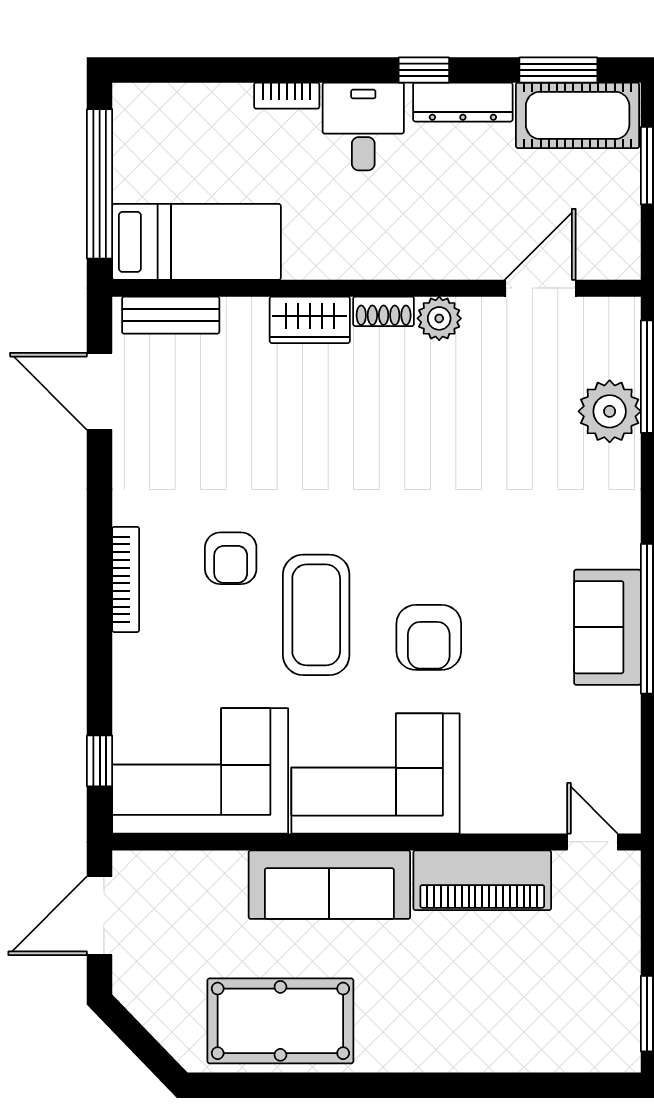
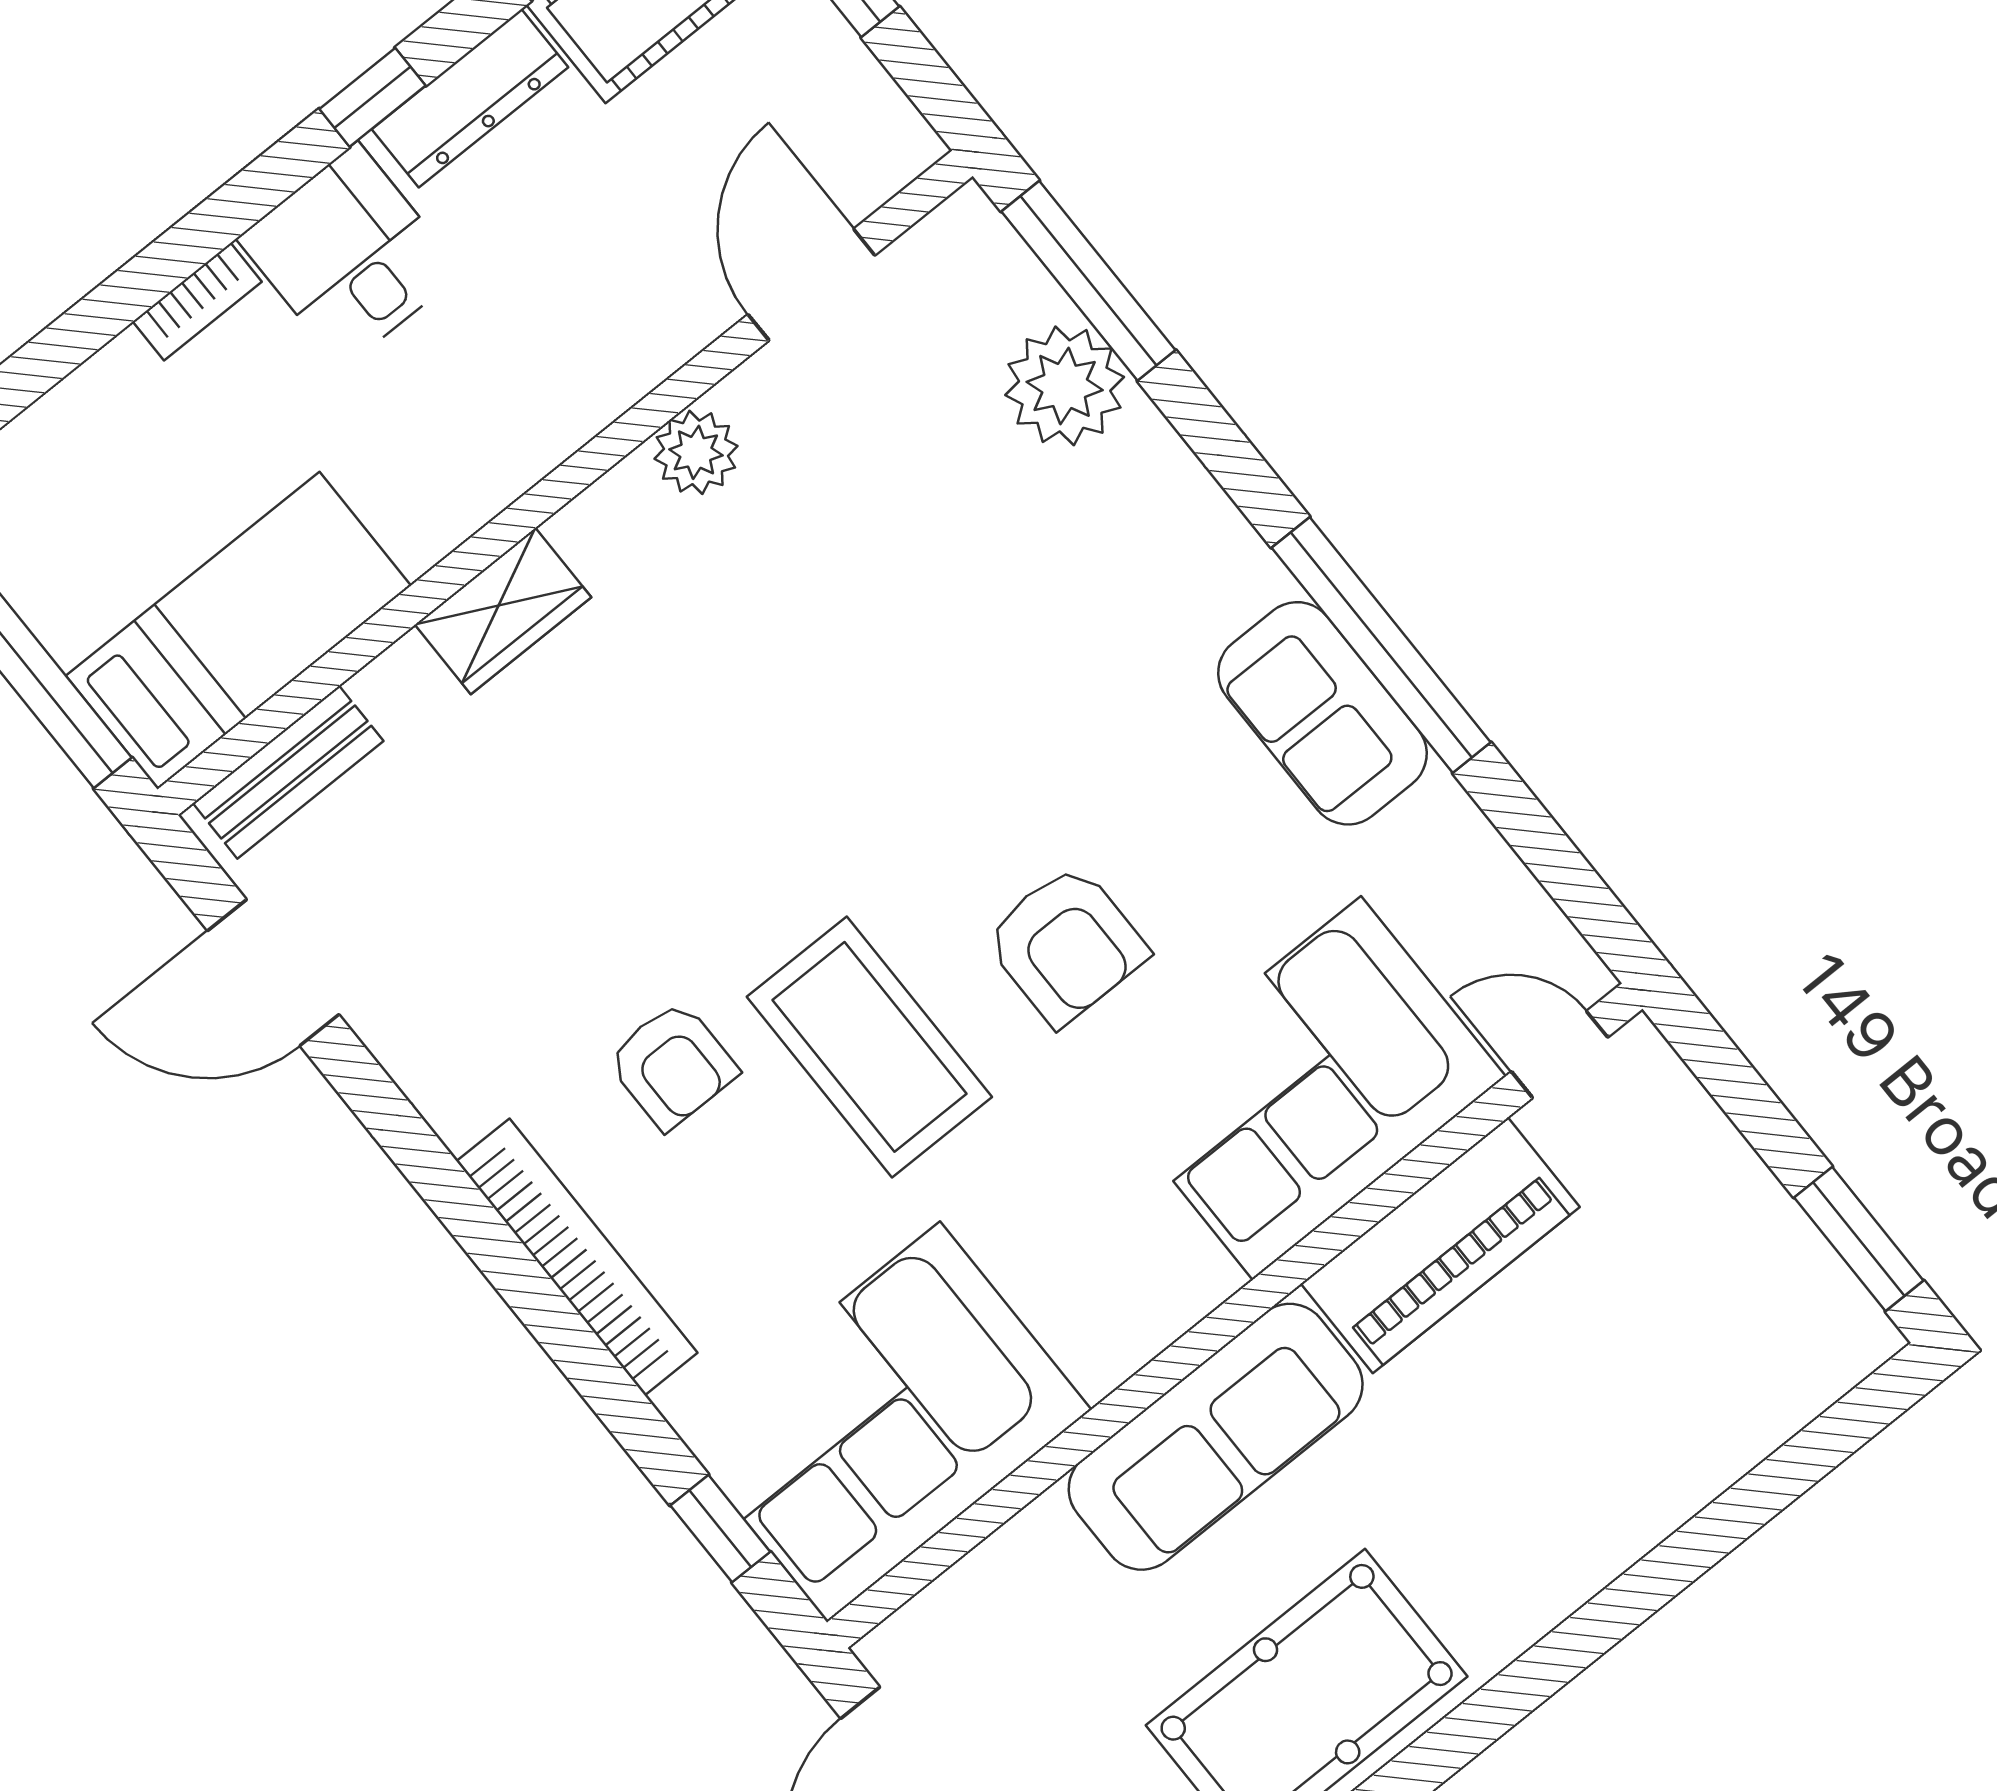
shoe rack: (384, 311) -> (604, 509), removed
bookcase: (126, 579) -> (577, 1257), width x1.48, depth x1.31
corner sofa: (376, 774) -> (1307, 1088), moved

